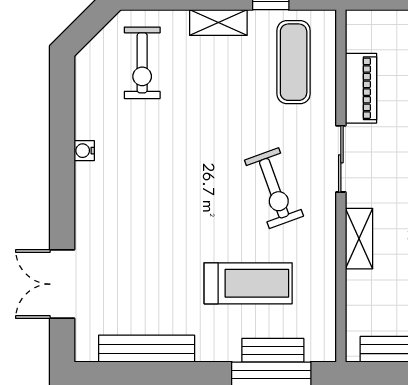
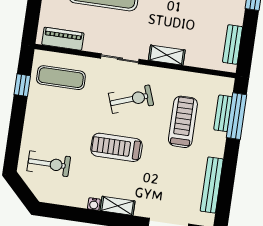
shelving: (218, 22) -> (118, 206), moved, turned 90
piano: (361, 88) -> (63, 39), moved
treadmill: (187, 175) -> (116, 147), added

